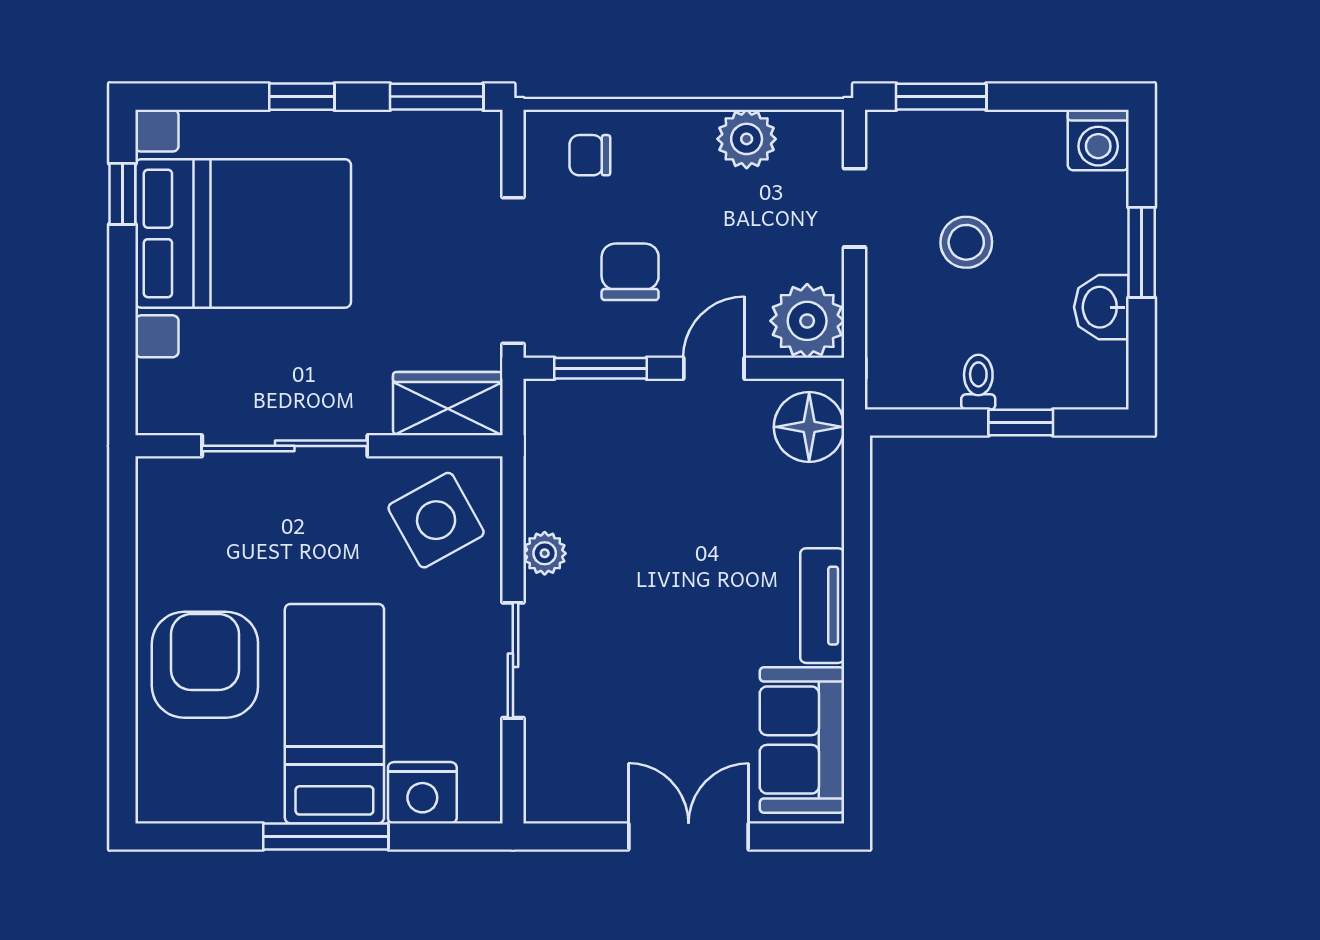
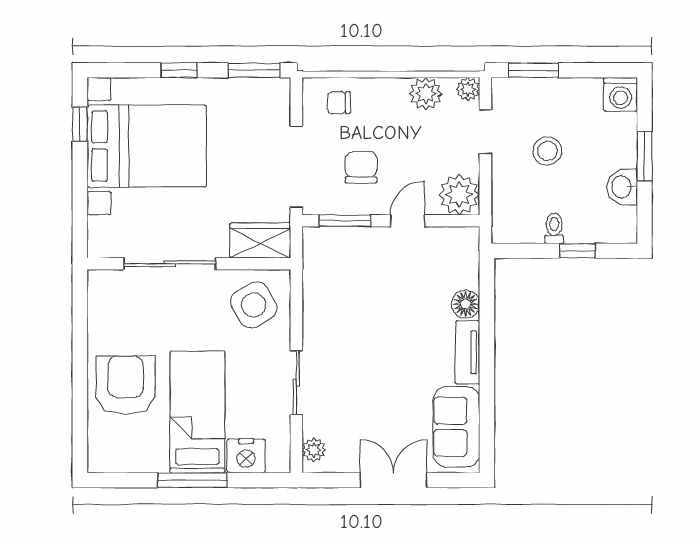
plant: (823, 131) -> (468, 89), added
floor lamp: (809, 427) -> (466, 304), moved, width x0.73, depth x0.73
plant: (545, 553) -> (314, 450), moved

